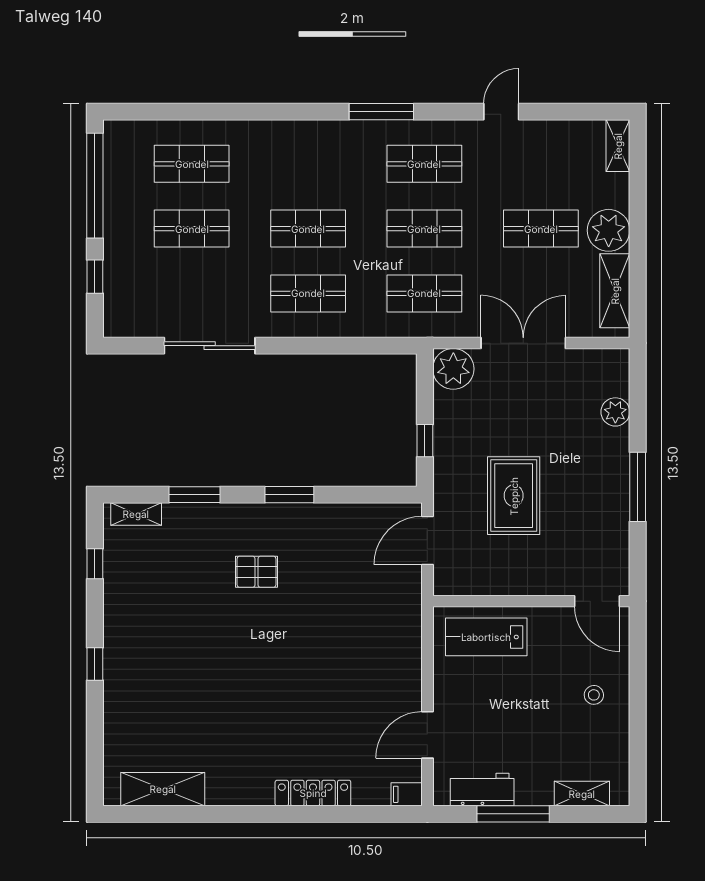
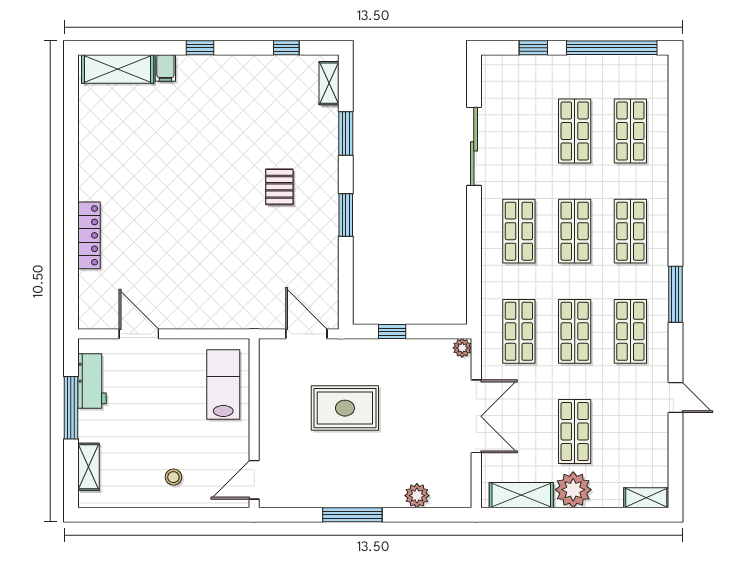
shop shelf: (308, 164) -> (630, 231), added
plant: (453, 369) -> (462, 348), width x0.53, depth x0.53
shelving: (163, 789) -> (118, 69), moved, turned 90
filing cabinet: (407, 794) -> (165, 68), moved, turned 180

